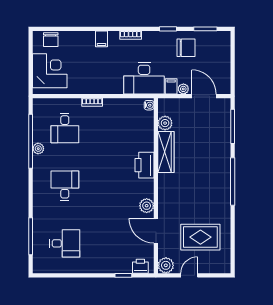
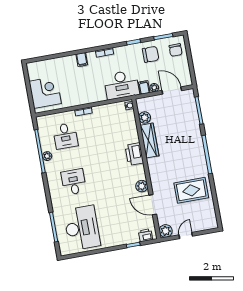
chair: (51, 40) -> (176, 50), moved
rug: (200, 237) -> (191, 190), moved
desk: (65, 243) -> (82, 228), width x1.87, depth x1.30

